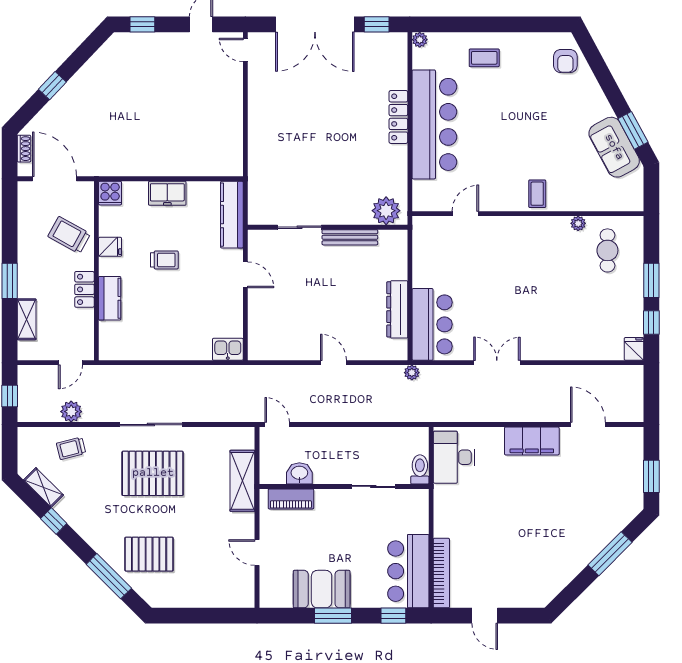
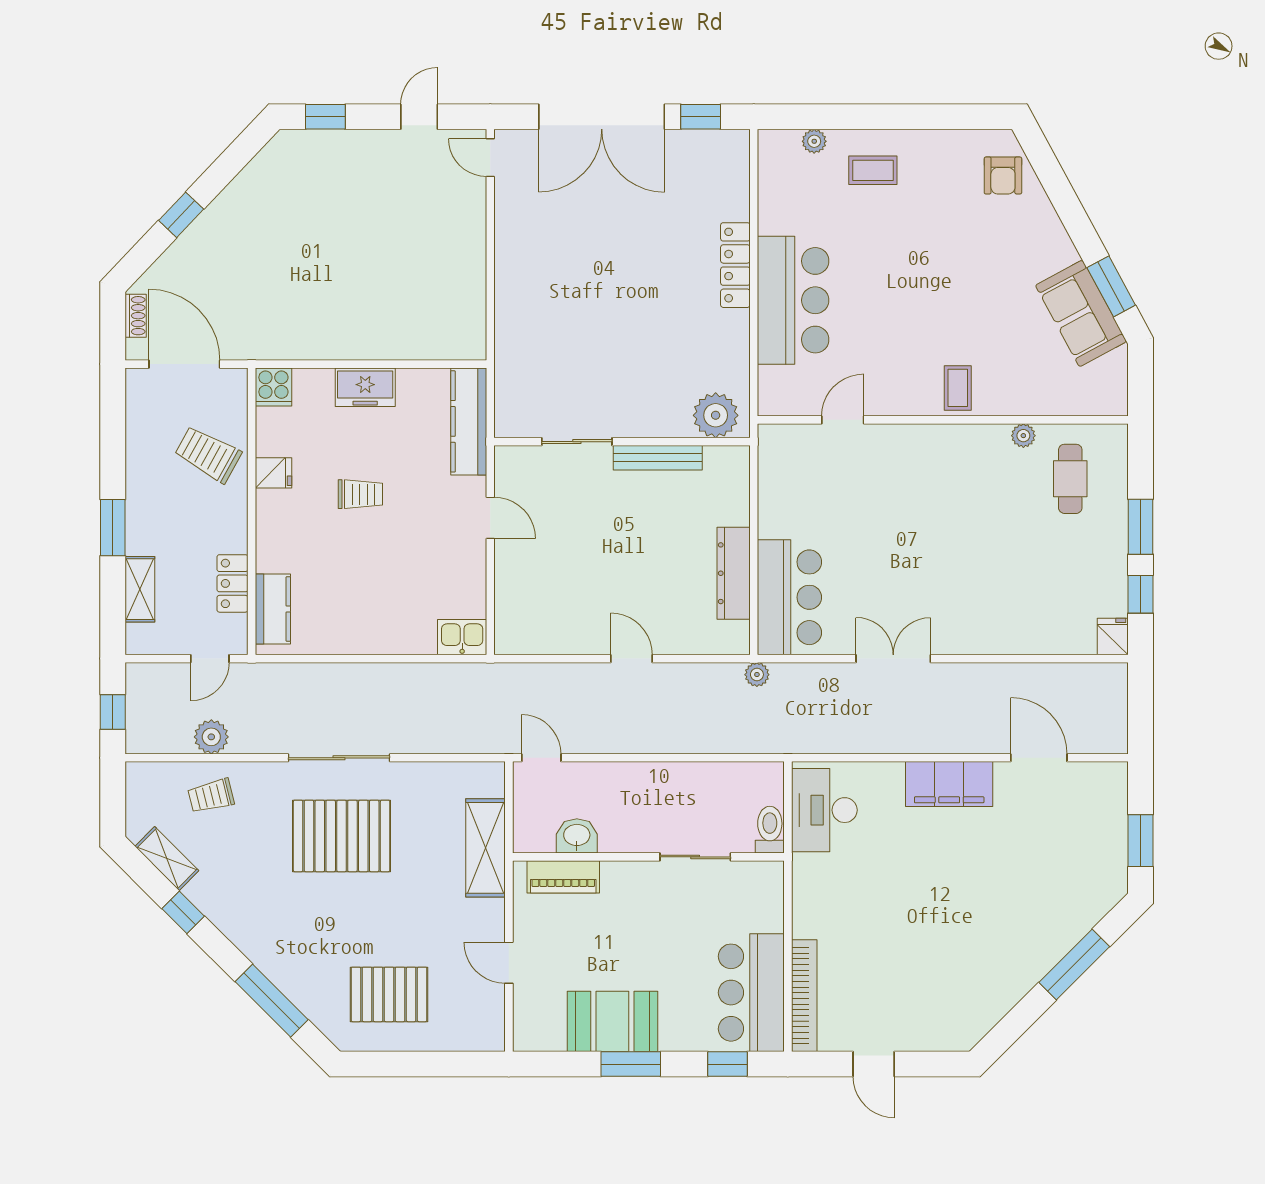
plant: (420, 40) -> (814, 141), moved
bar counter: (434, 124) -> (793, 300), width x0.73
locker: (84, 289) -> (232, 583), moved
kitchen counter: (110, 298) -> (273, 609), moved
pallet: (149, 554) -> (389, 994), moved

